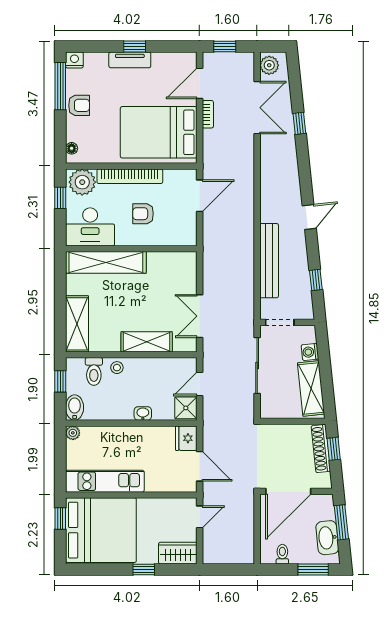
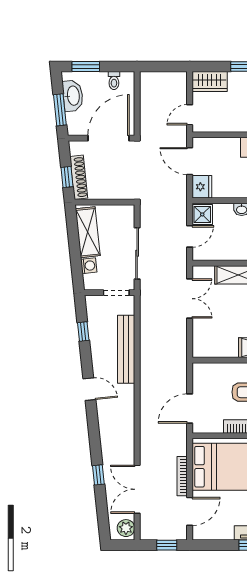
bookcase: (208, 114) -> (182, 476), width x1.56
door: (309, 217) -> (89, 389), swing flipped

